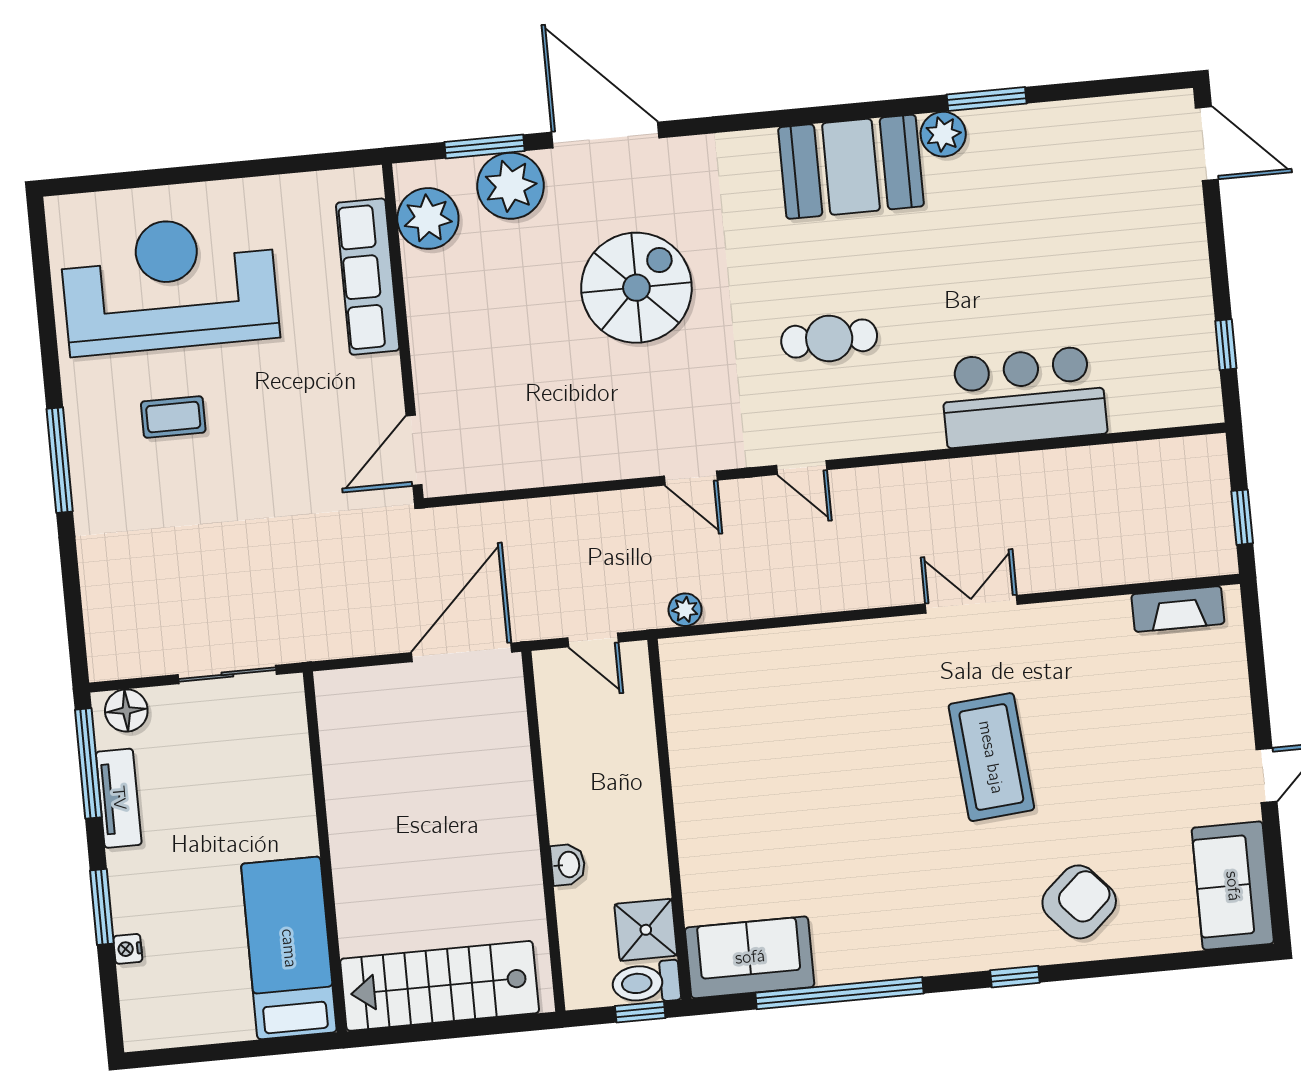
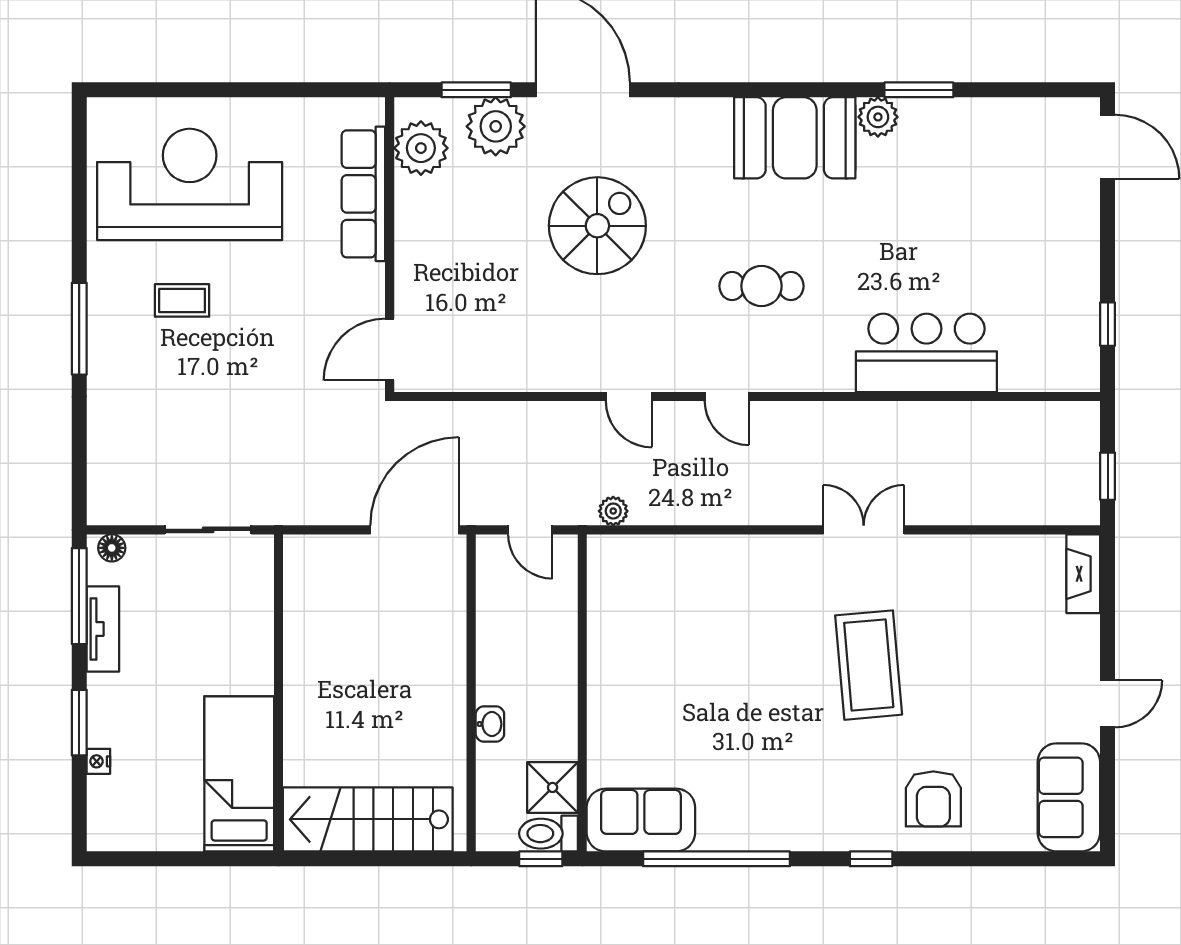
fireplace: (1178, 609) -> (1083, 574), moved, turned 90
floor lamp: (126, 710) -> (112, 548), width x0.73, depth x0.73
armchair: (1079, 902) -> (933, 799), turned 132

